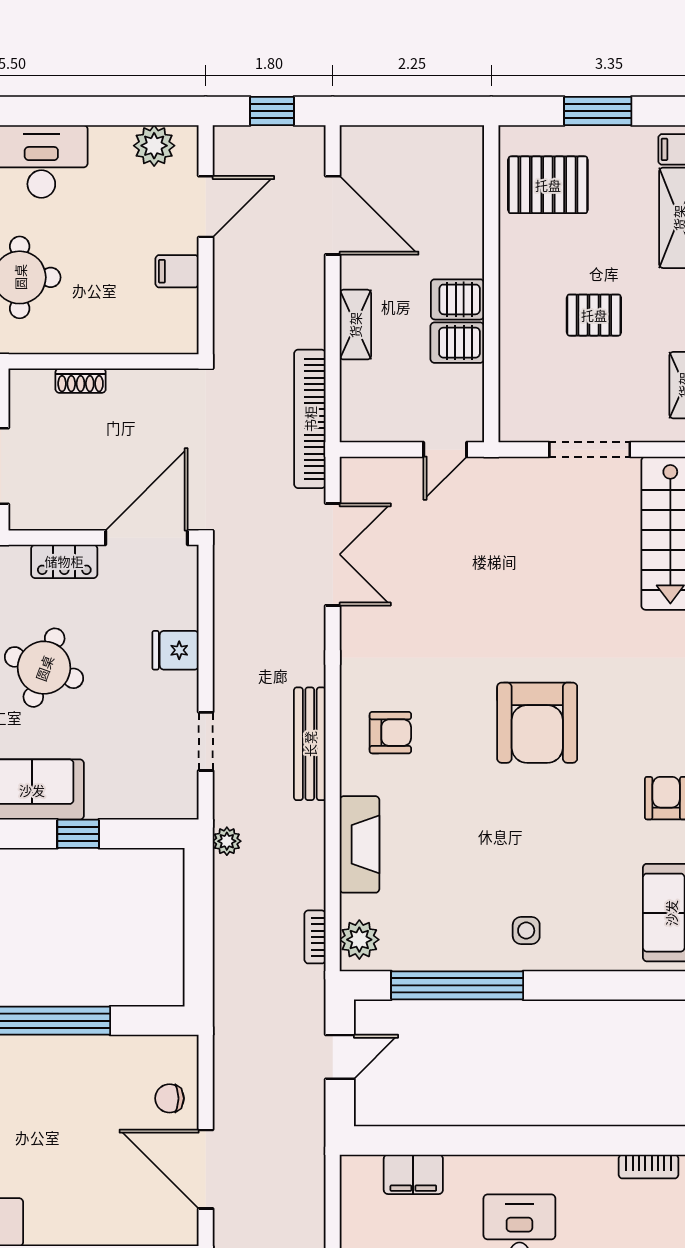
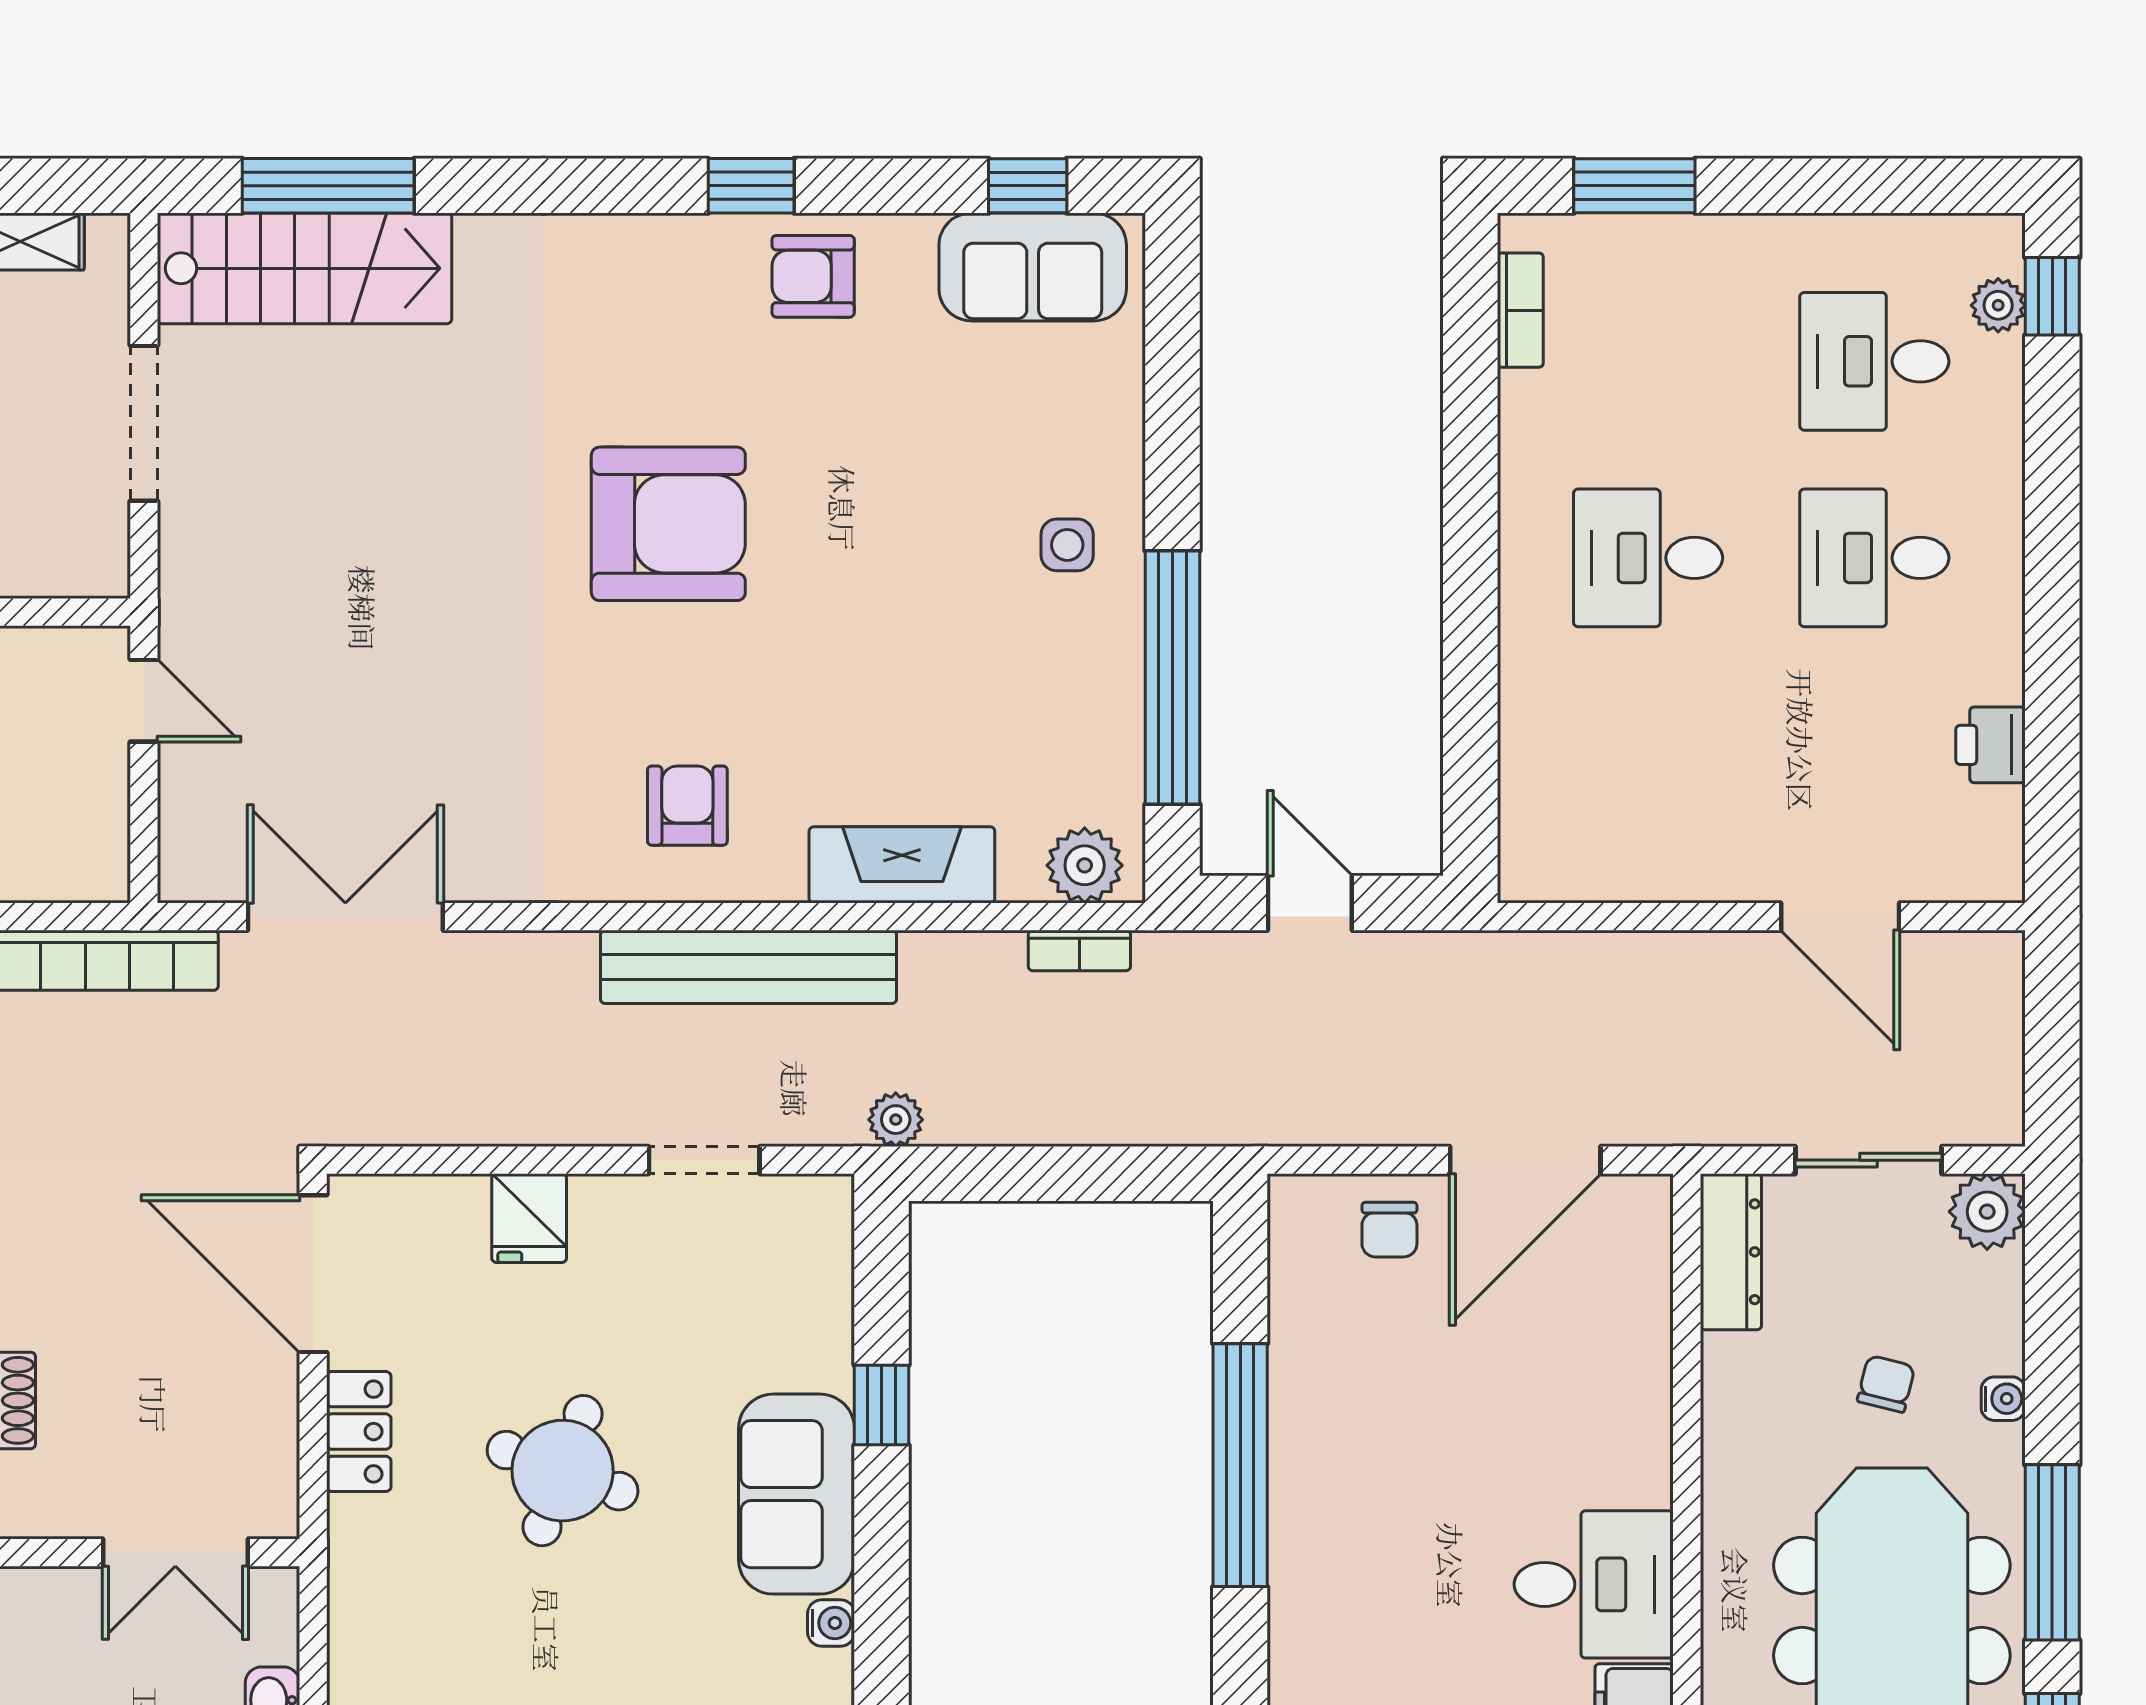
bench: (310, 744) -> (748, 967), width x1.37, depth x1.21
filing cabinet: (413, 1174) -> (1535, 762), removed

